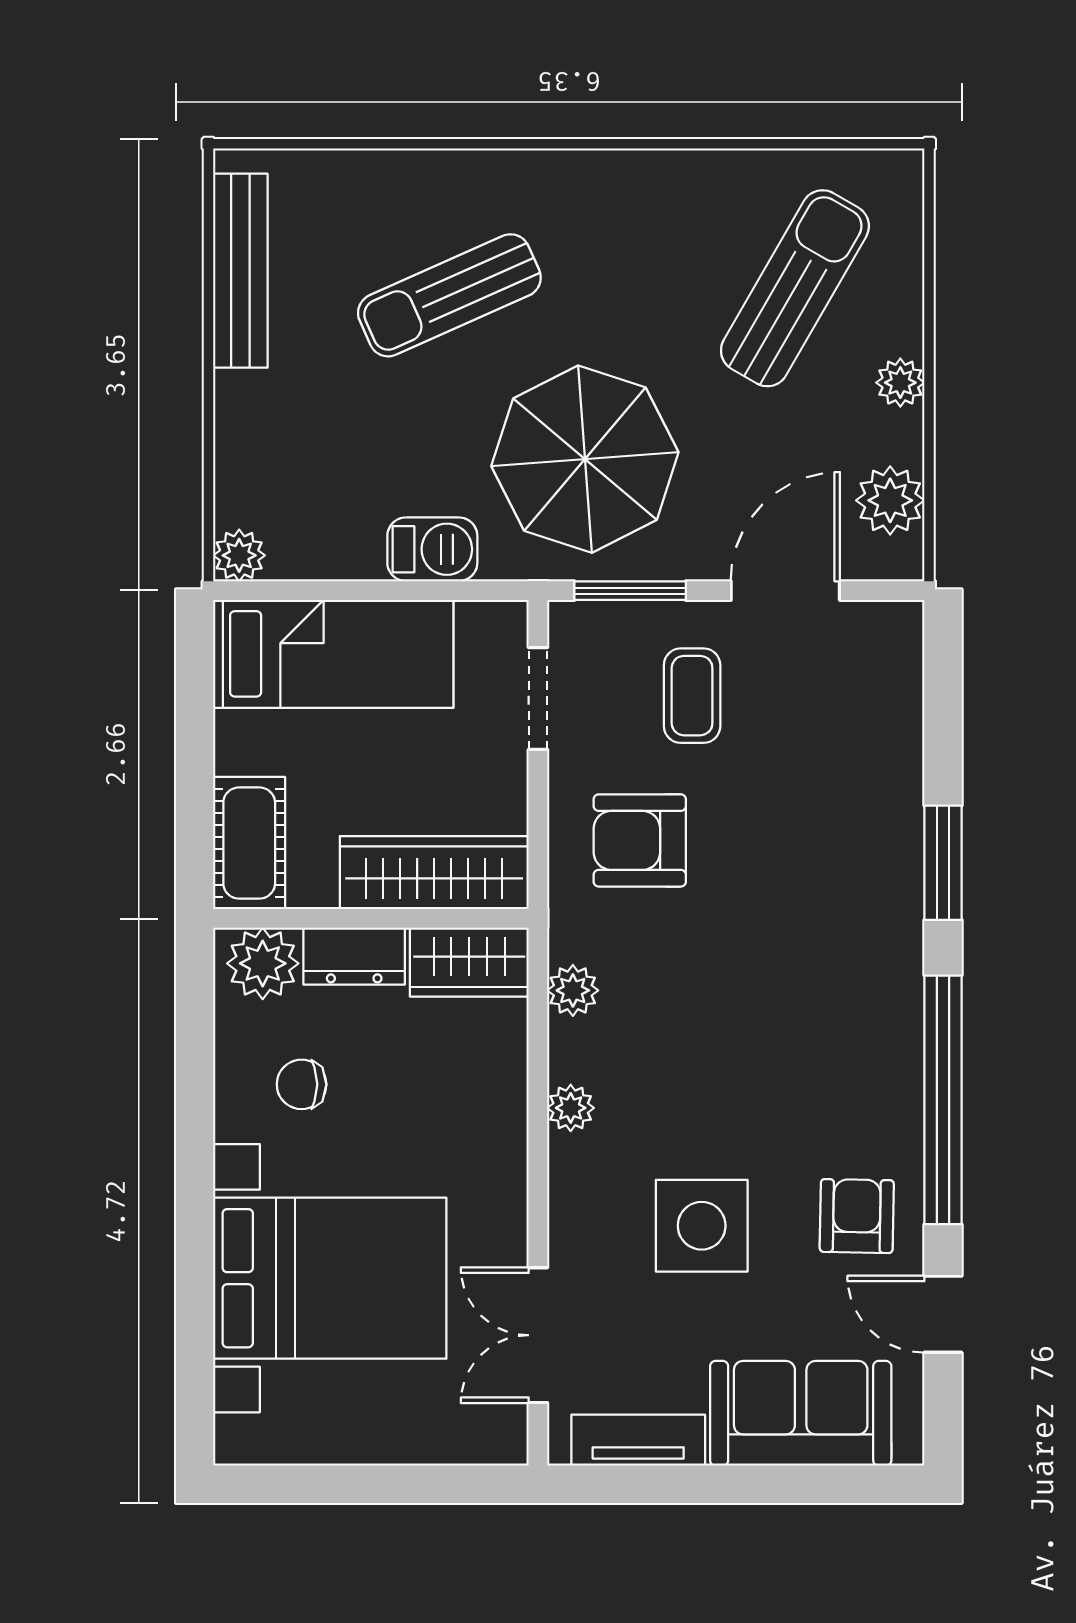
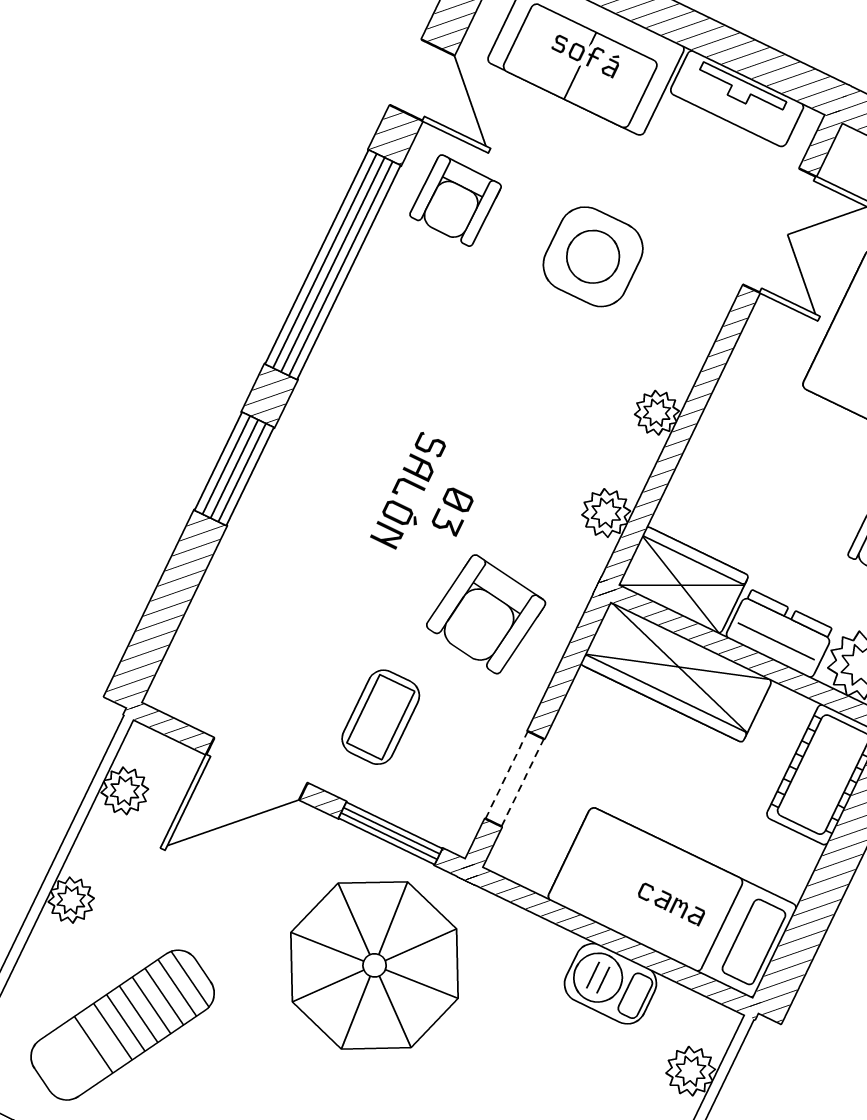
plant: (890, 500) -> (125, 791), width x0.73, depth x0.73
barbecue: (432, 549) -> (611, 984), moved
plant: (239, 555) -> (691, 1071), moved
armchair: (640, 840) -> (486, 614), turned 98

